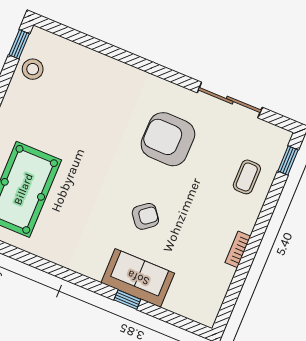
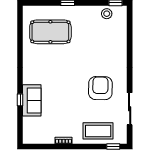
coffee table: (247, 177) -> (98, 131), width x1.86, depth x1.72
armchair: (145, 216) -> (61, 92), removed

